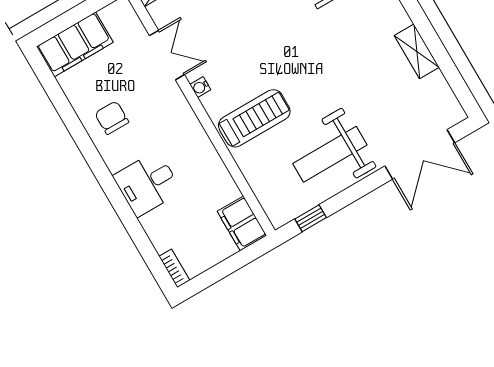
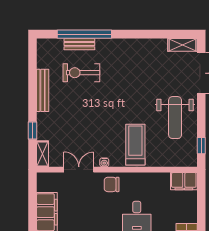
shelving: (417, 51) -> (182, 45), moved
chair: (112, 118) -> (112, 184), moved

